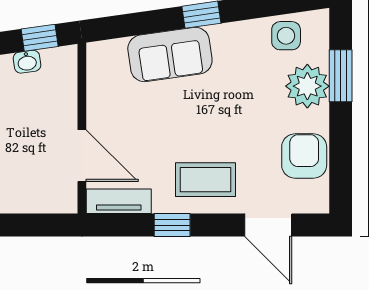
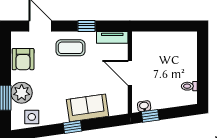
washbasin: (27, 62) -> (144, 106), moved
door: (82, 156) -> (130, 73), moved

